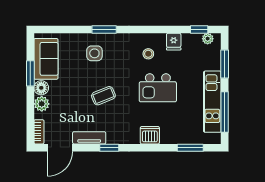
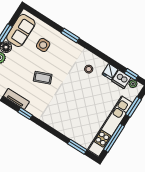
side table: (94, 53) -> (43, 45), moved
kitchen island: (158, 88) -> (81, 95), removed
kitchen unit: (212, 102) -> (110, 126), width x1.36
dishwasher: (150, 135) -> (121, 79), moved, turned 180

